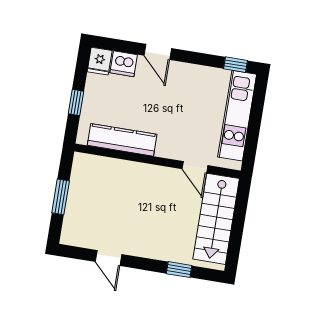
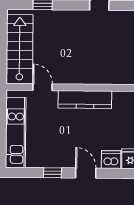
window: (235, 65) -> (52, 173), moved
kitchen counter: (122, 140) -> (85, 100), moved

